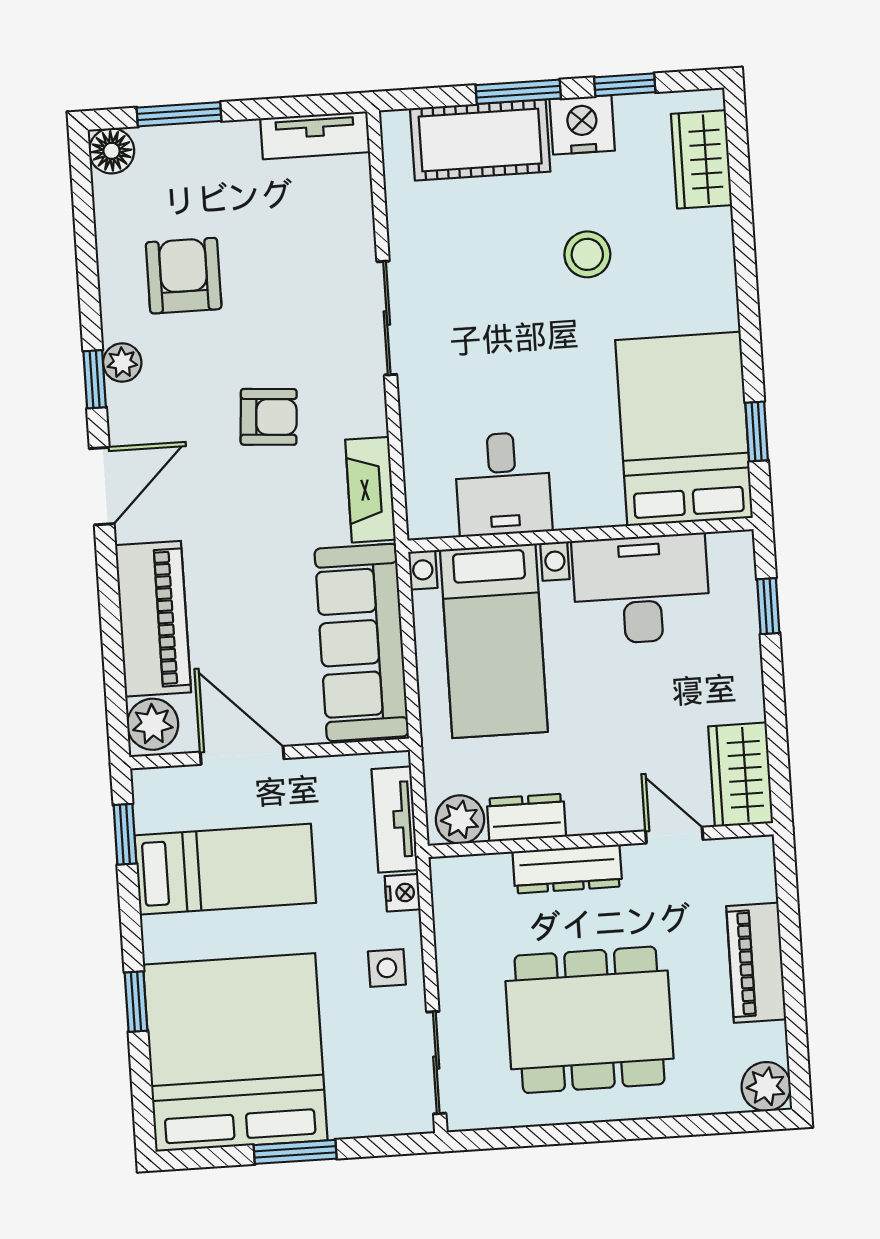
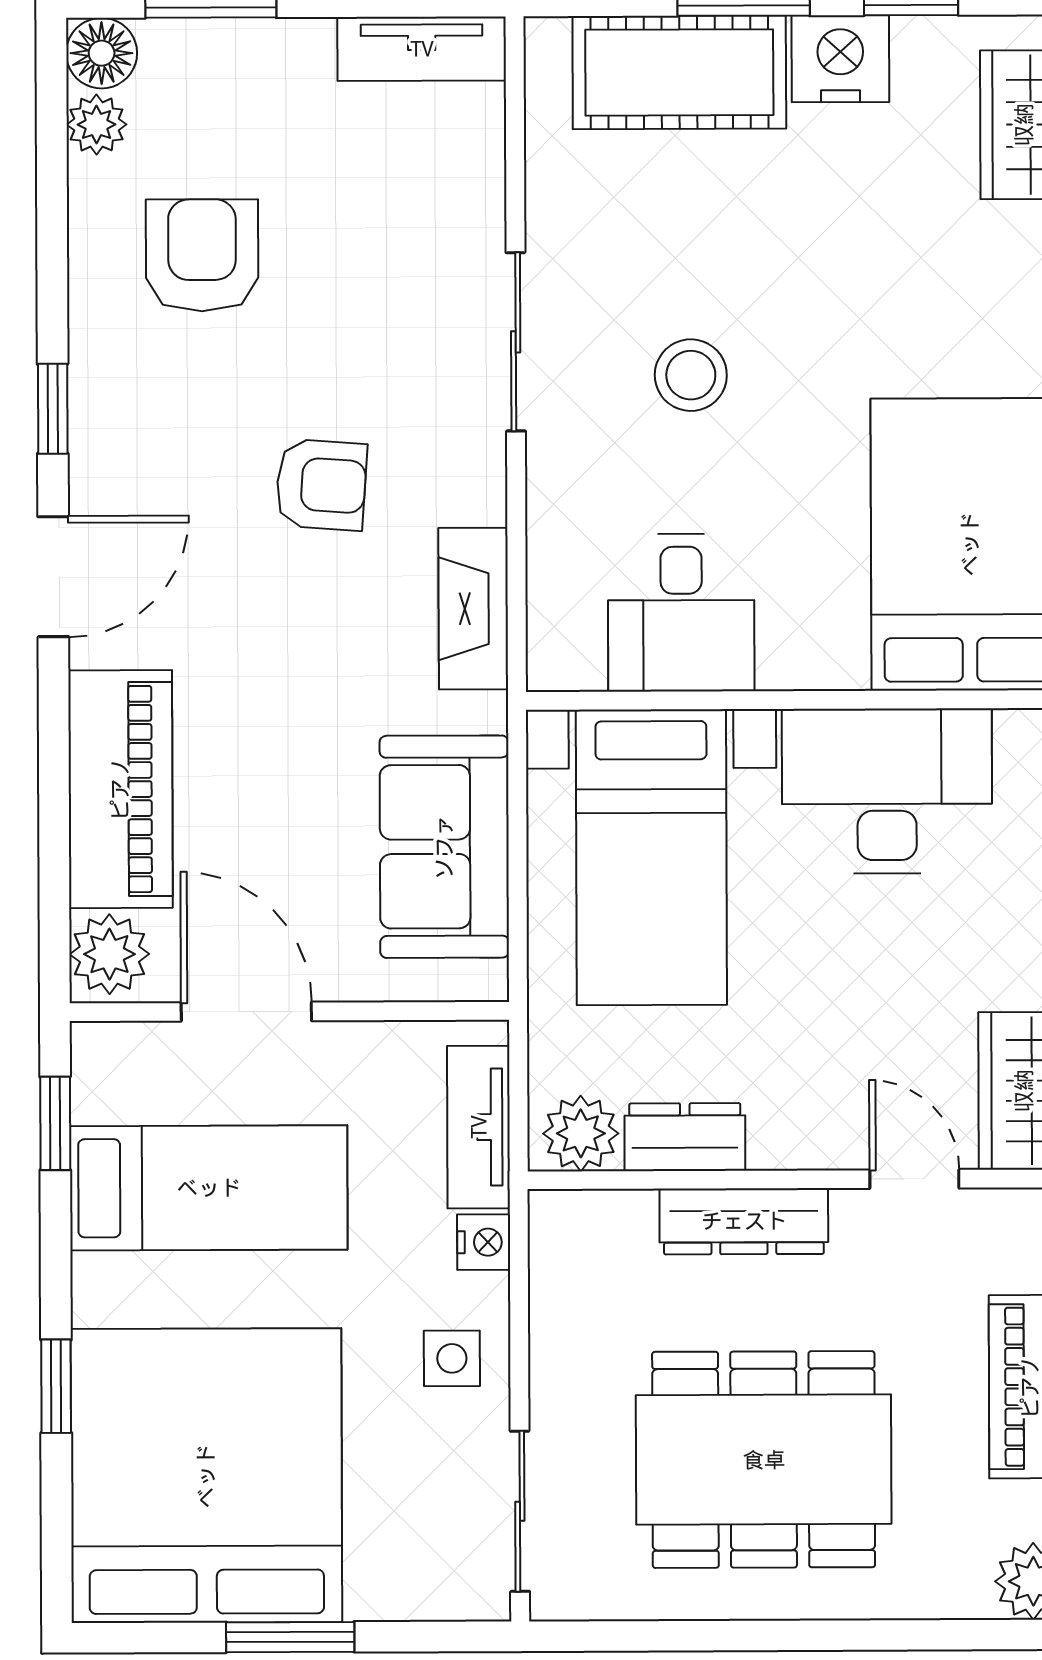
stool: (587, 254) -> (691, 375), moved
plant: (122, 363) -> (96, 124), moved
sofa: (362, 642) -> (444, 847), width x0.73

